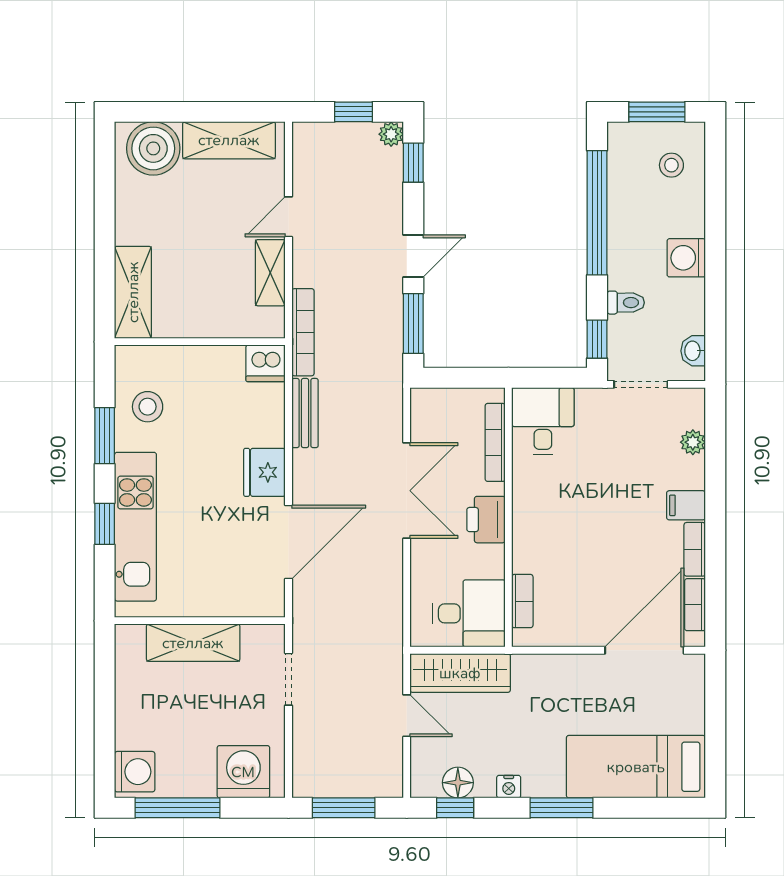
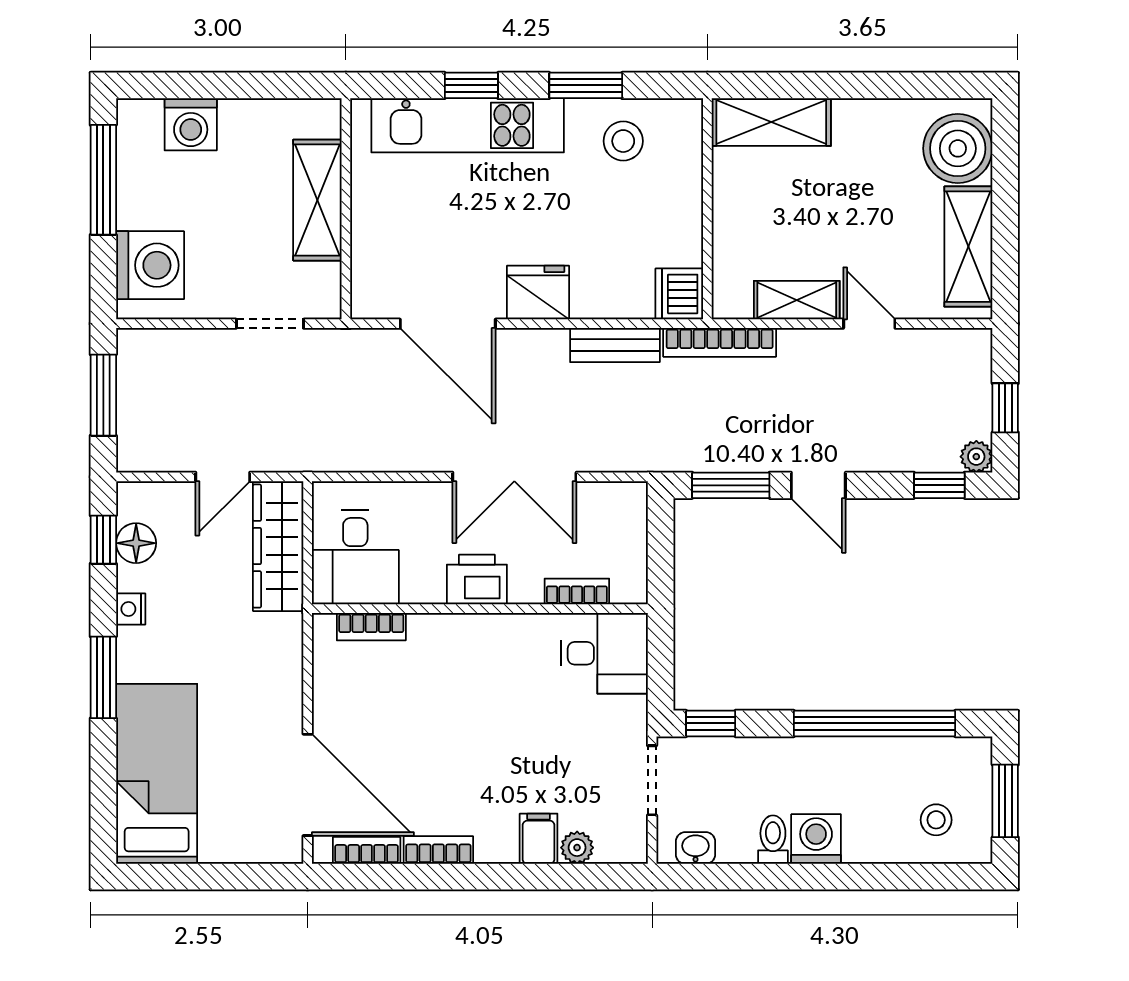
toilet: (626, 303) -> (773, 840), moved, turned 180
bookcase: (495, 442) -> (577, 591), width x0.64
filing cabinet: (686, 505) -> (539, 839), moved
washing machine: (135, 772) -> (191, 124), moved

